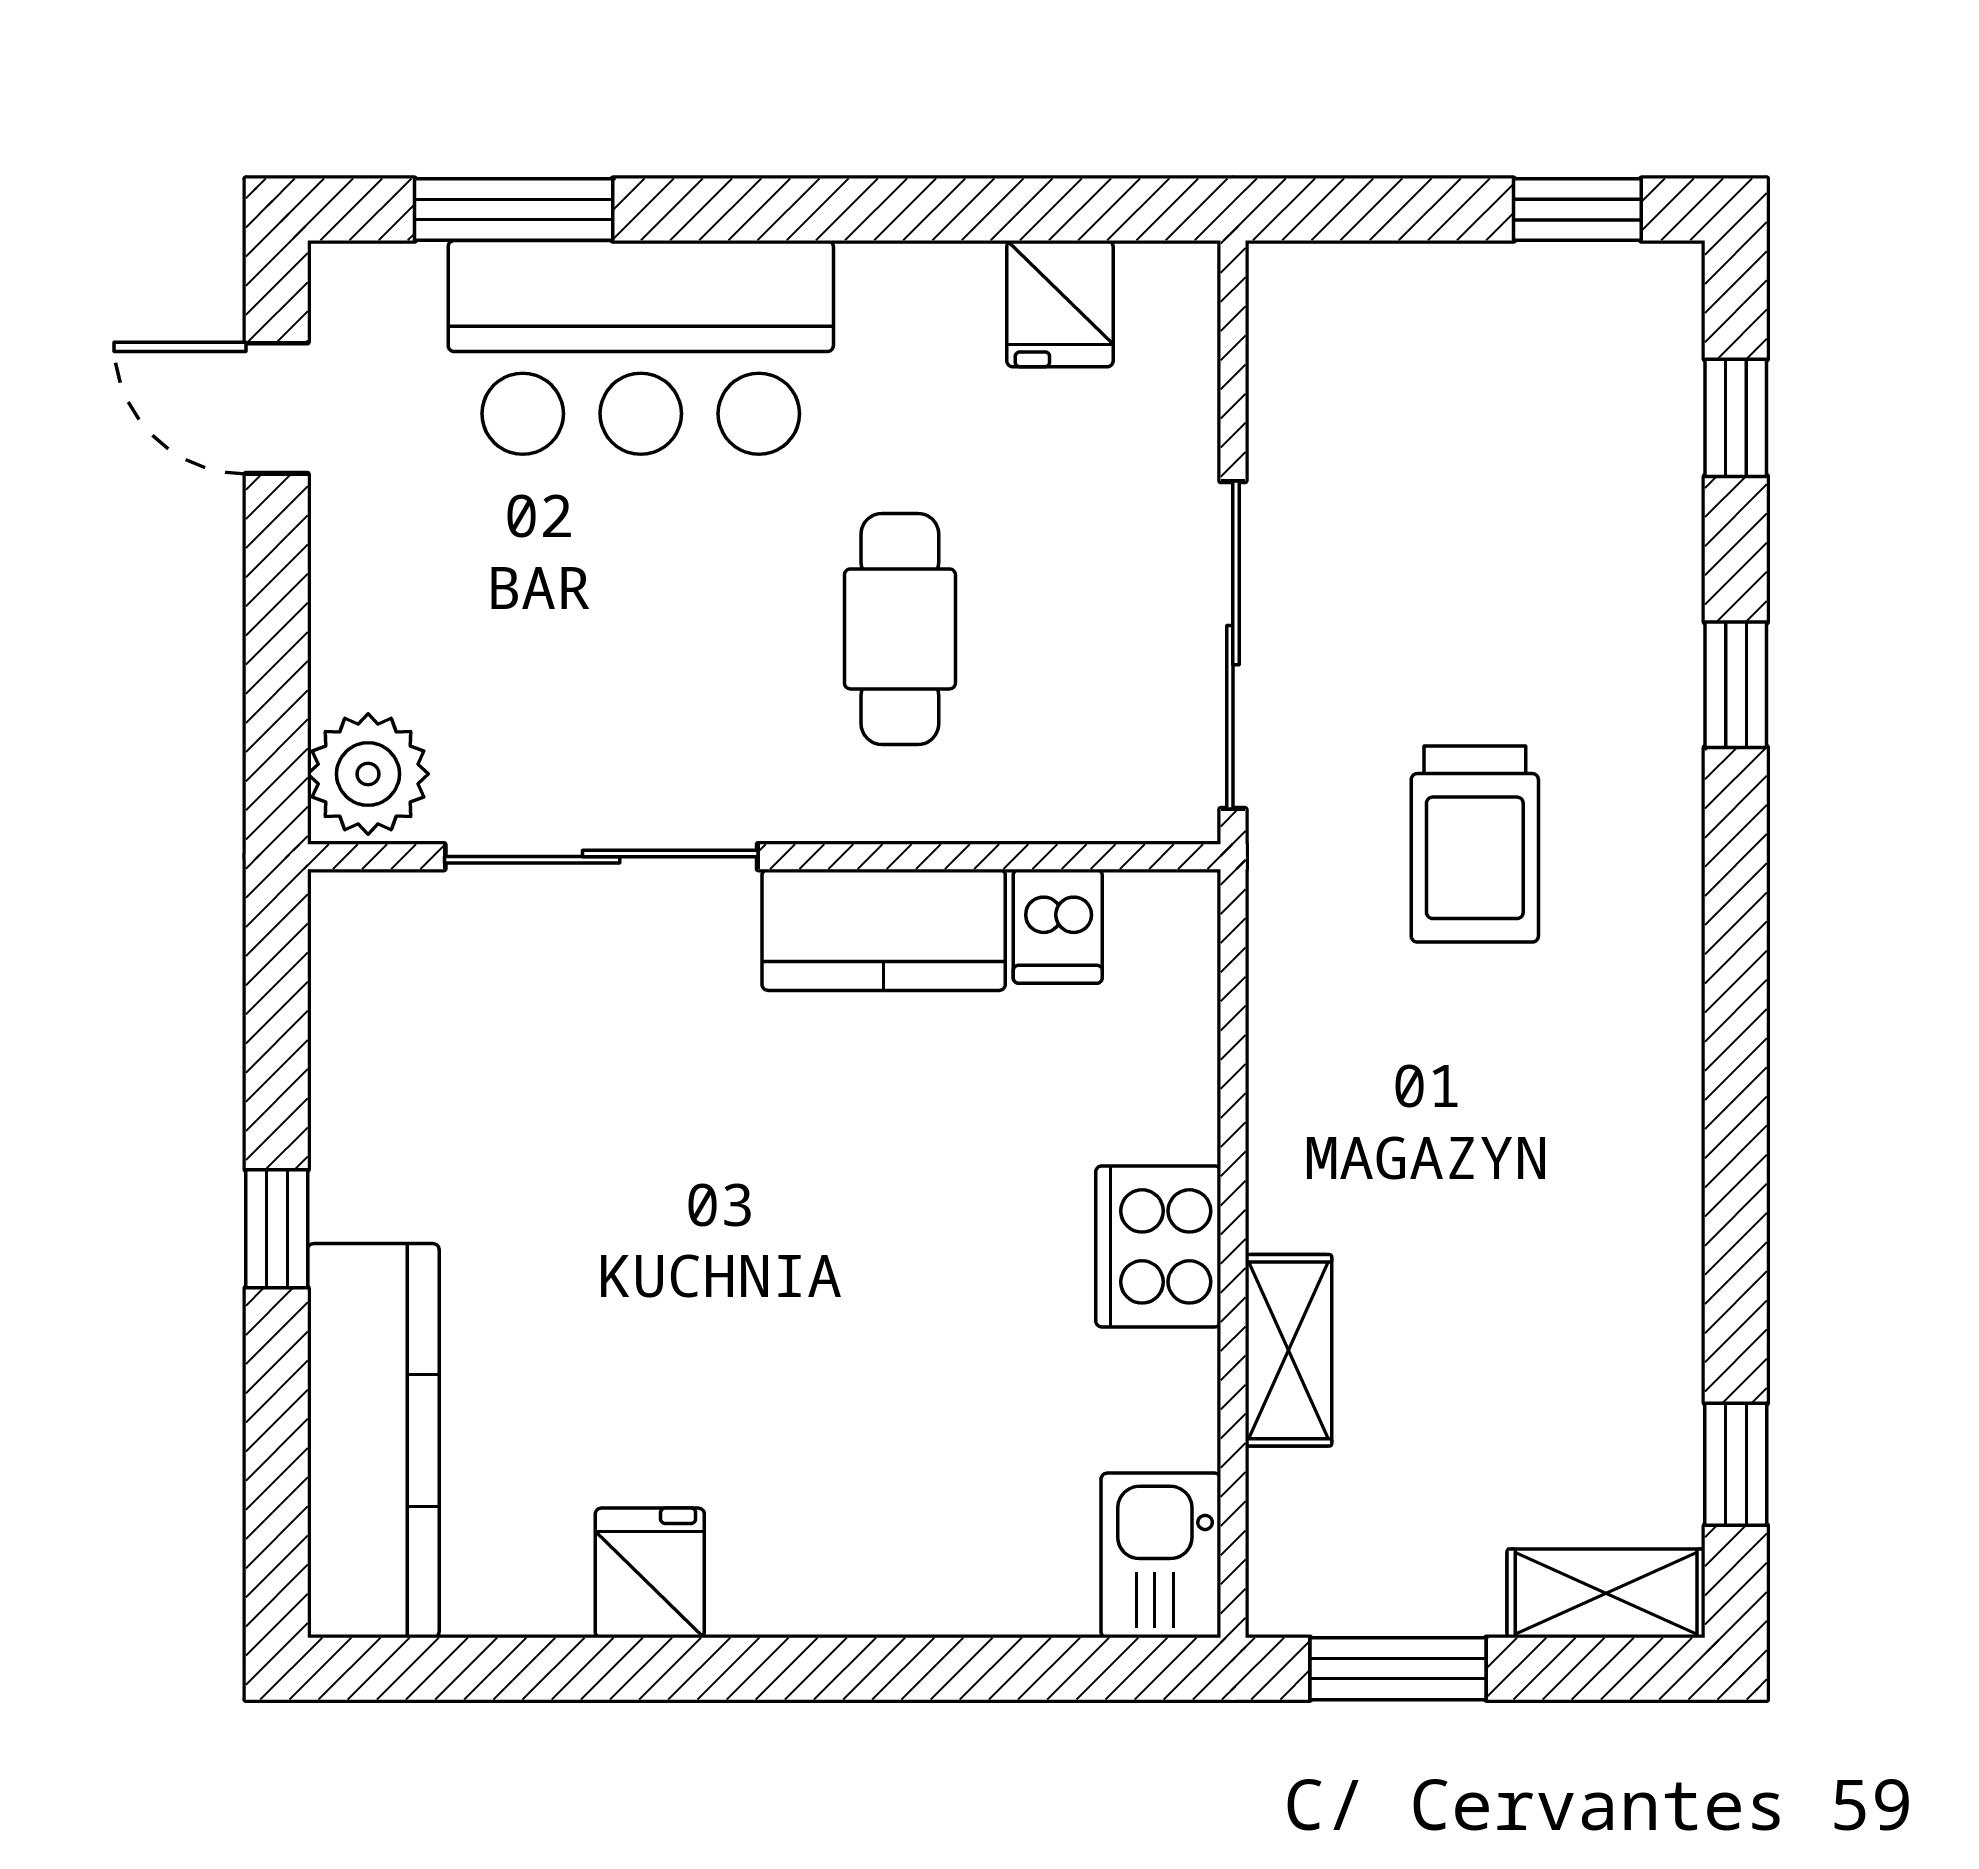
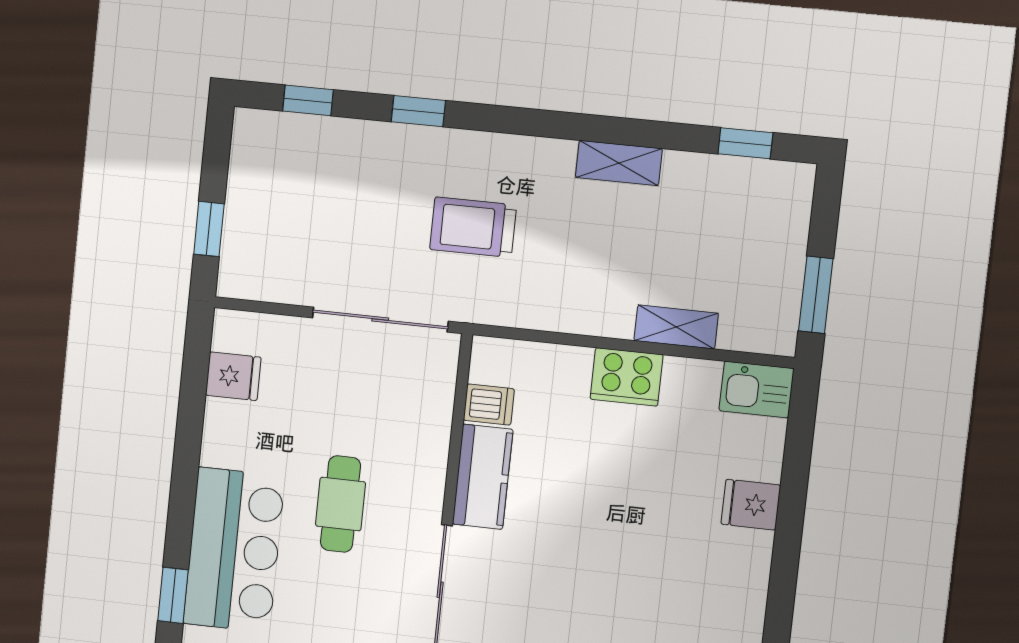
window: (514, 210) -> (173, 595), width x0.67
window: (1577, 210) -> (209, 229), moved
cafe table: (900, 629) -> (341, 504), moved, turned 90
trolley: (1475, 844) -> (473, 227), turned 180
fridge: (650, 1573) -> (751, 505), moved
shelving: (1606, 1593) -> (619, 163), moved, turned 90

